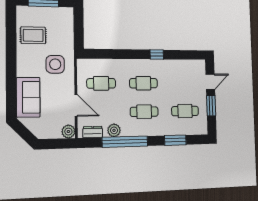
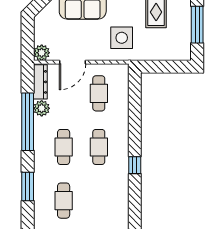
dresser: (93, 132) -> (40, 82), width x1.44

